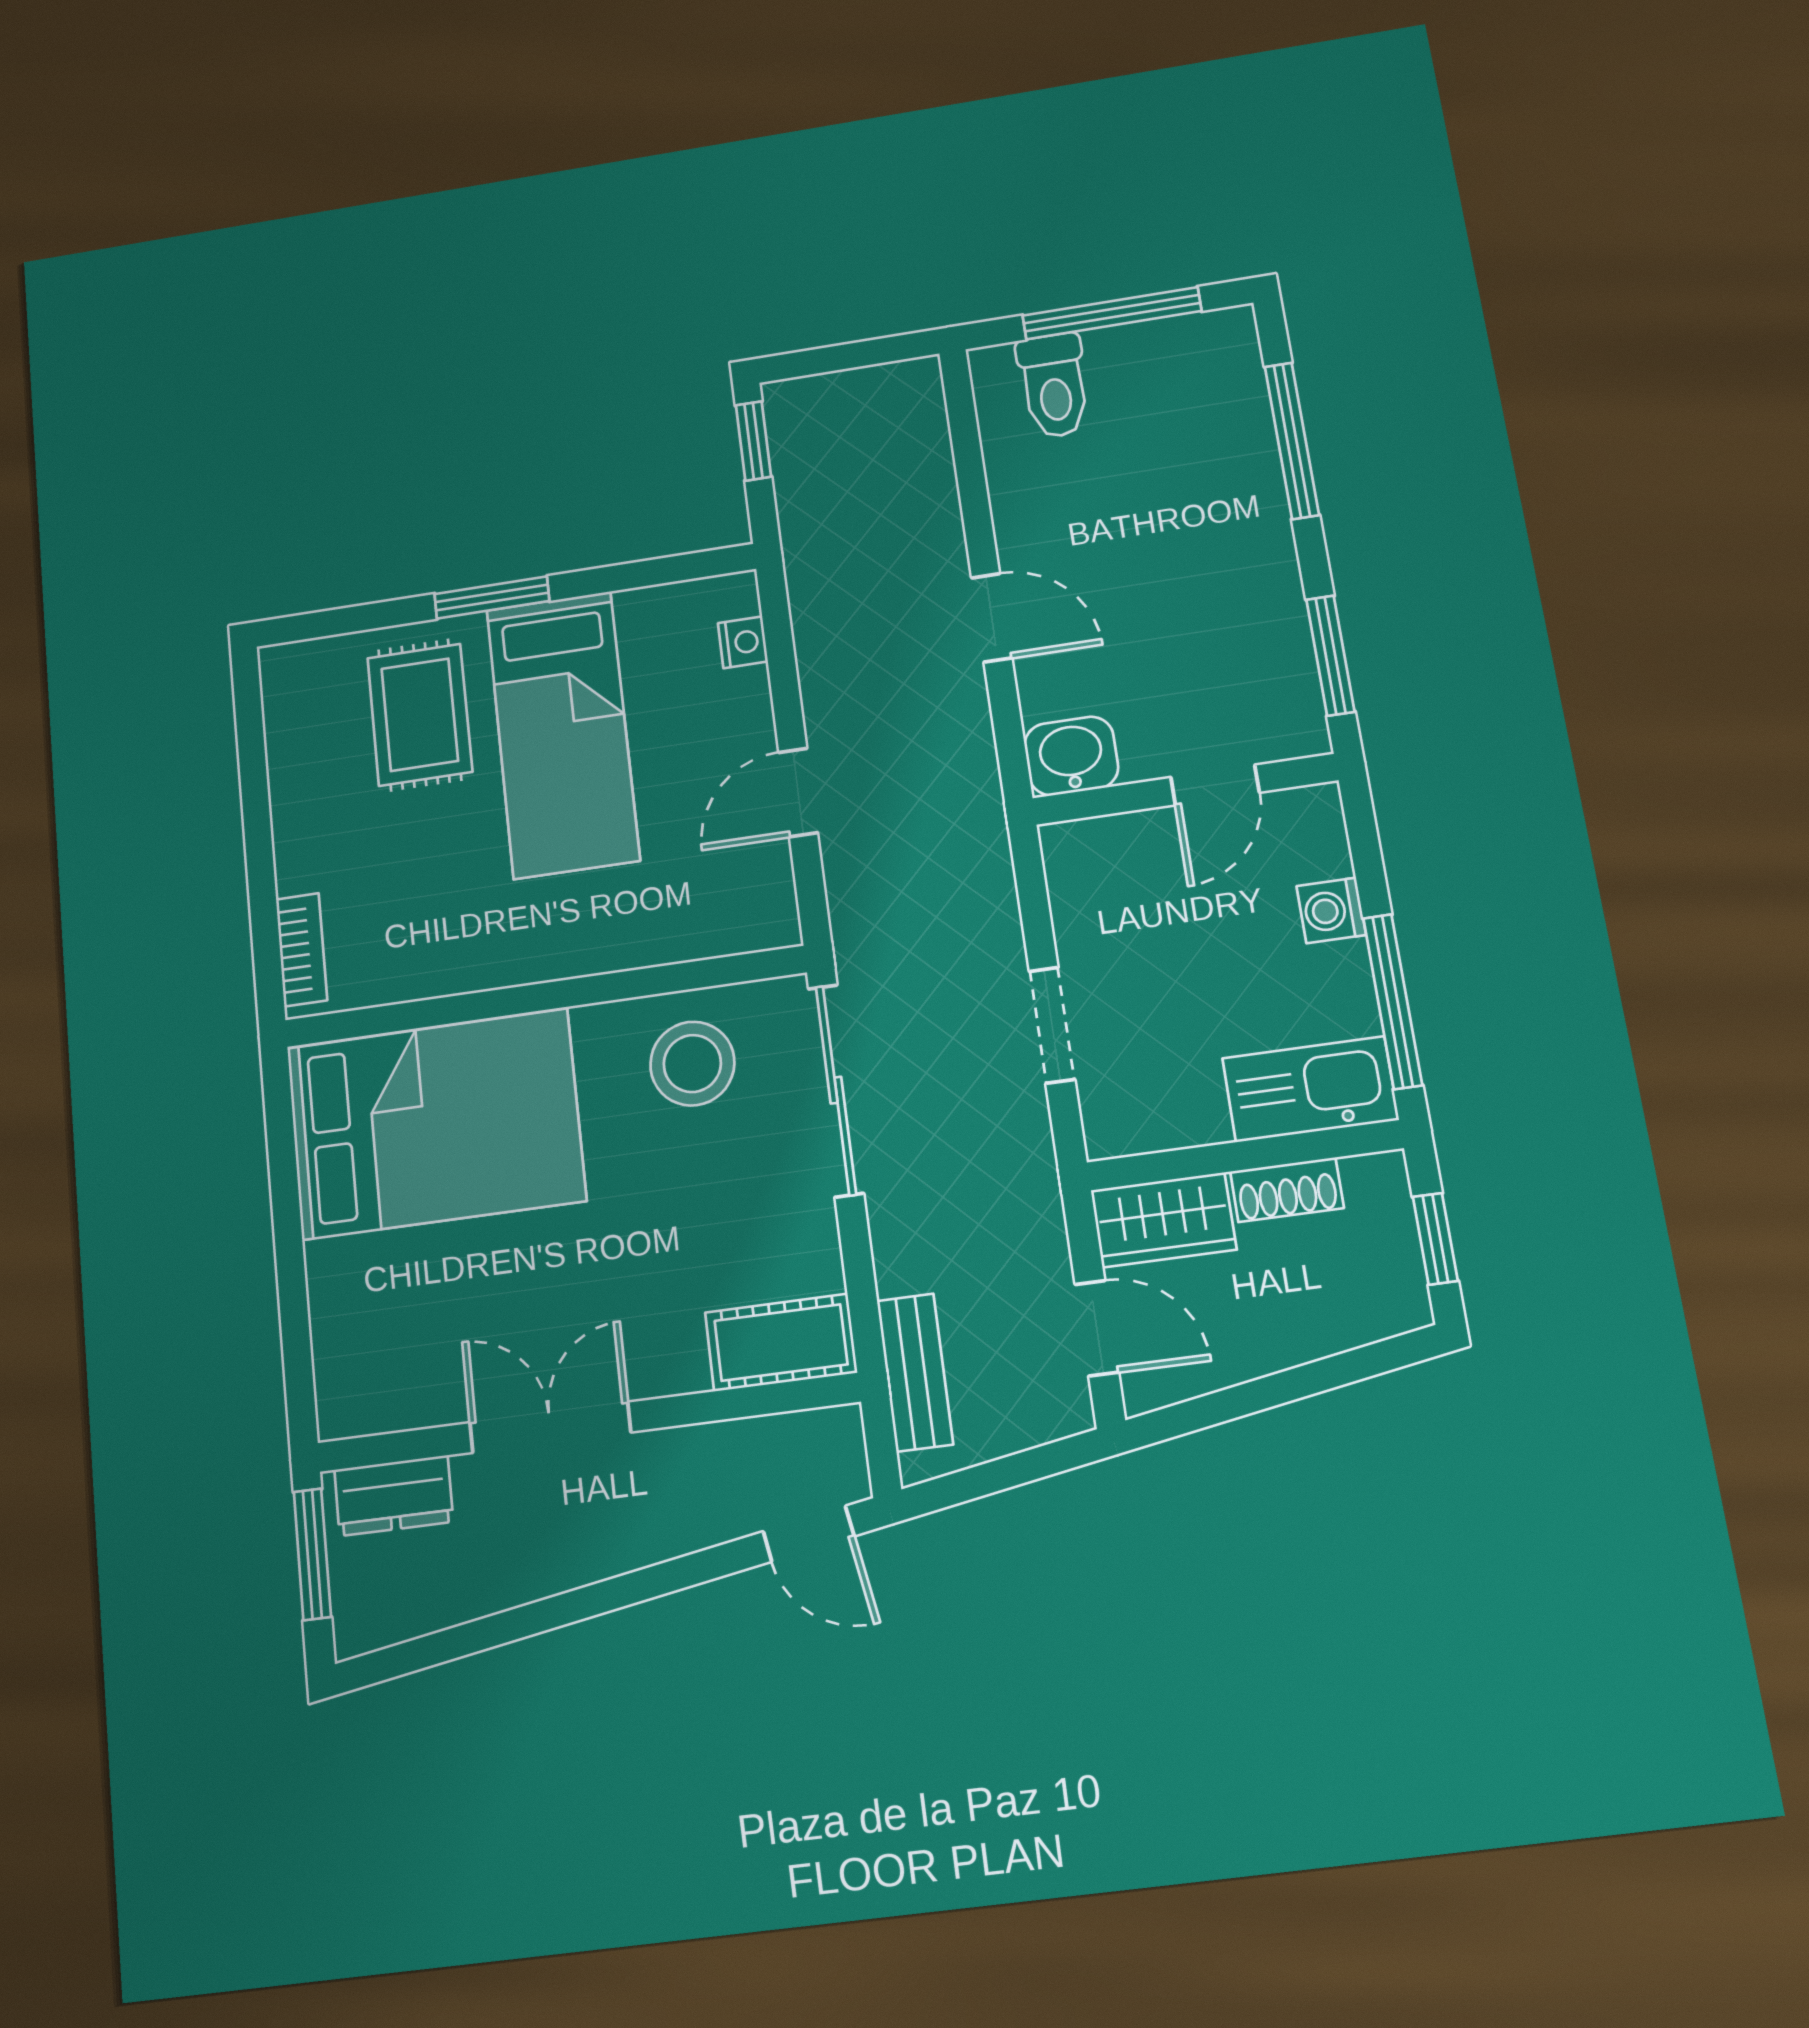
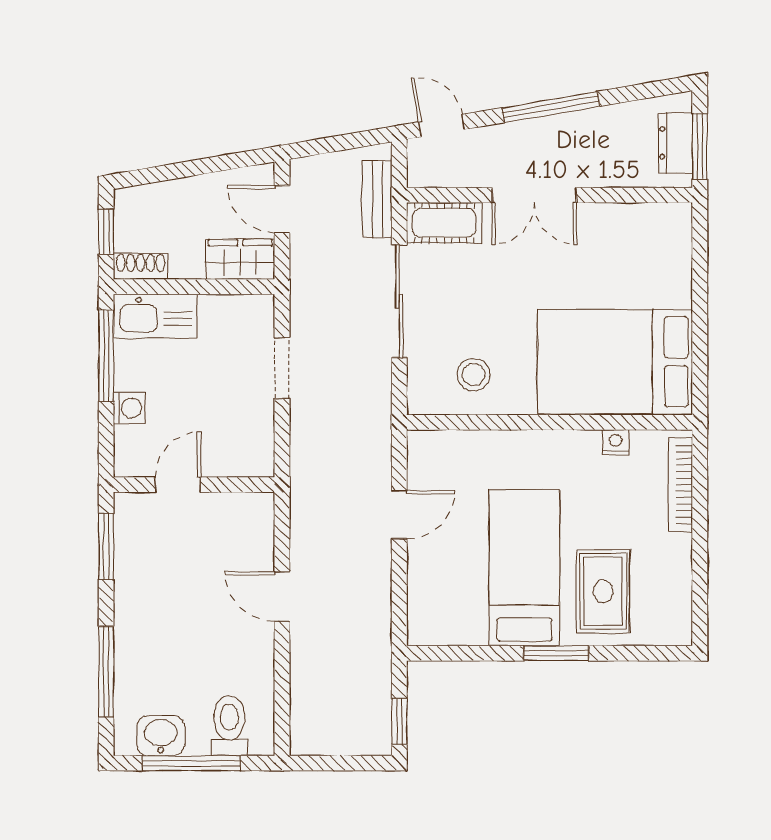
nightstand: (743, 642) -> (616, 442), moved, turned 90
washbasin: (1071, 756) -> (161, 736), moved, turned 180
bookcase: (301, 950) -> (680, 485), width x1.56
stool: (692, 1064) -> (474, 375), width x0.73, depth x0.73
sliding door: (836, 1090) -> (399, 301), moved
shoe rack: (1287, 1190) -> (141, 266), moved
double door: (550, 1427) -> (534, 195), moved
dresser: (394, 1496) -> (675, 143), moved, turned -90
window: (602, 1597) -> (551, 107), added

